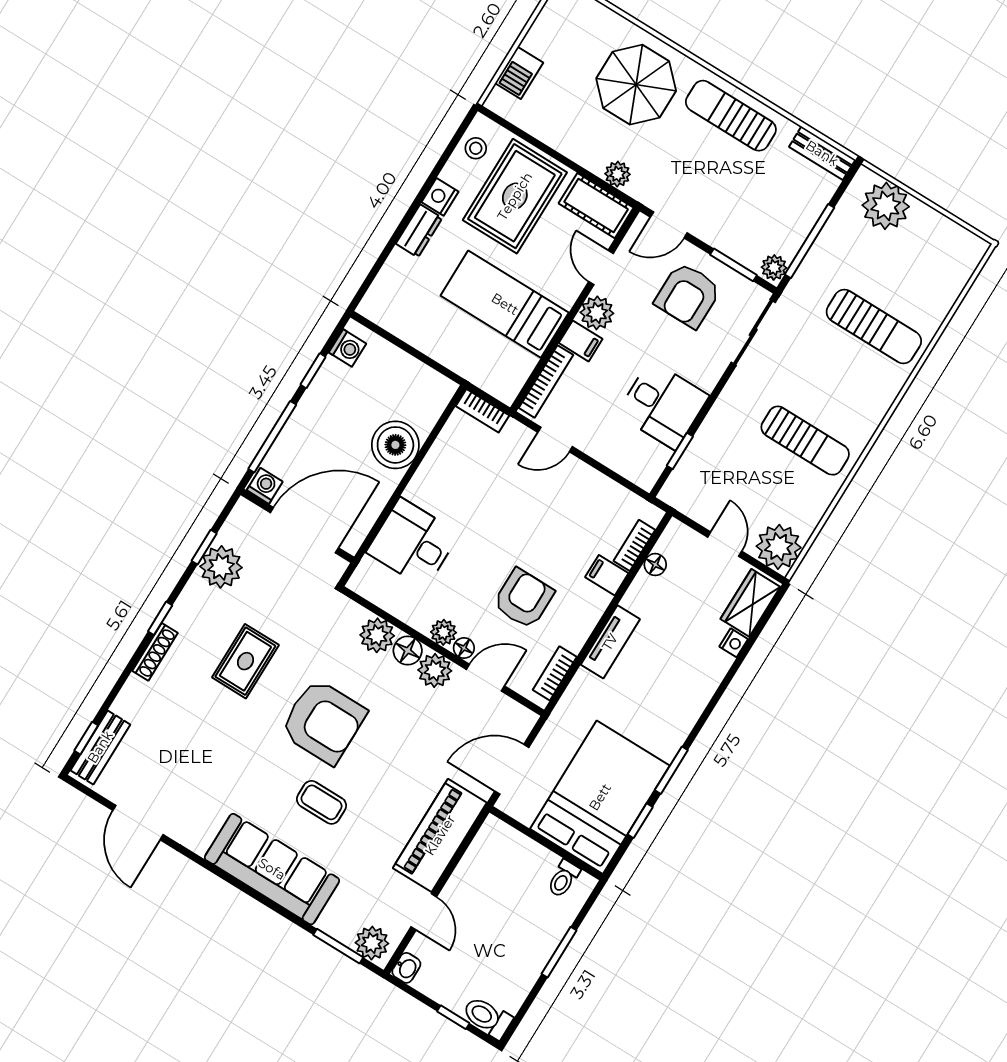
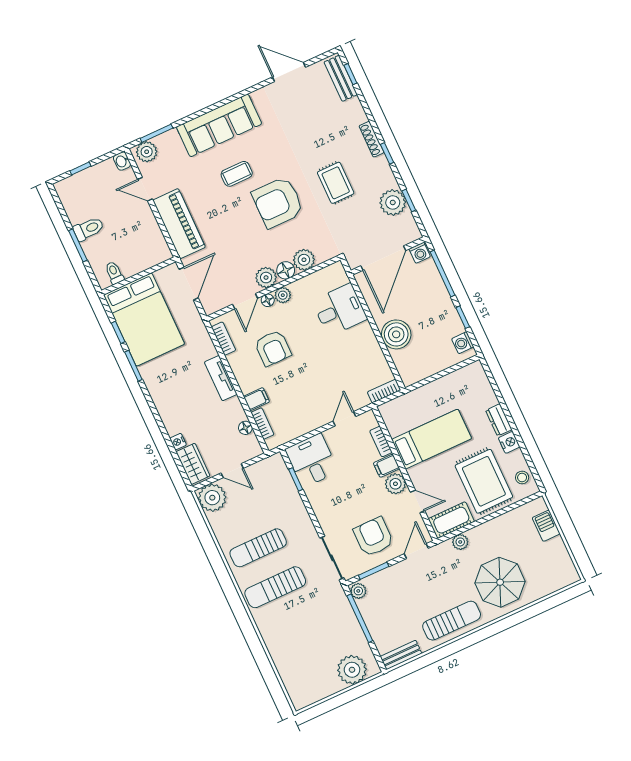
sun lounger: (874, 326) -> (275, 587), moved
bookcase: (546, 381) -> (381, 442), width x0.64
desk: (663, 405) -> (312, 460), moved, turned 90
toilet: (487, 1017) -> (89, 229), moved

